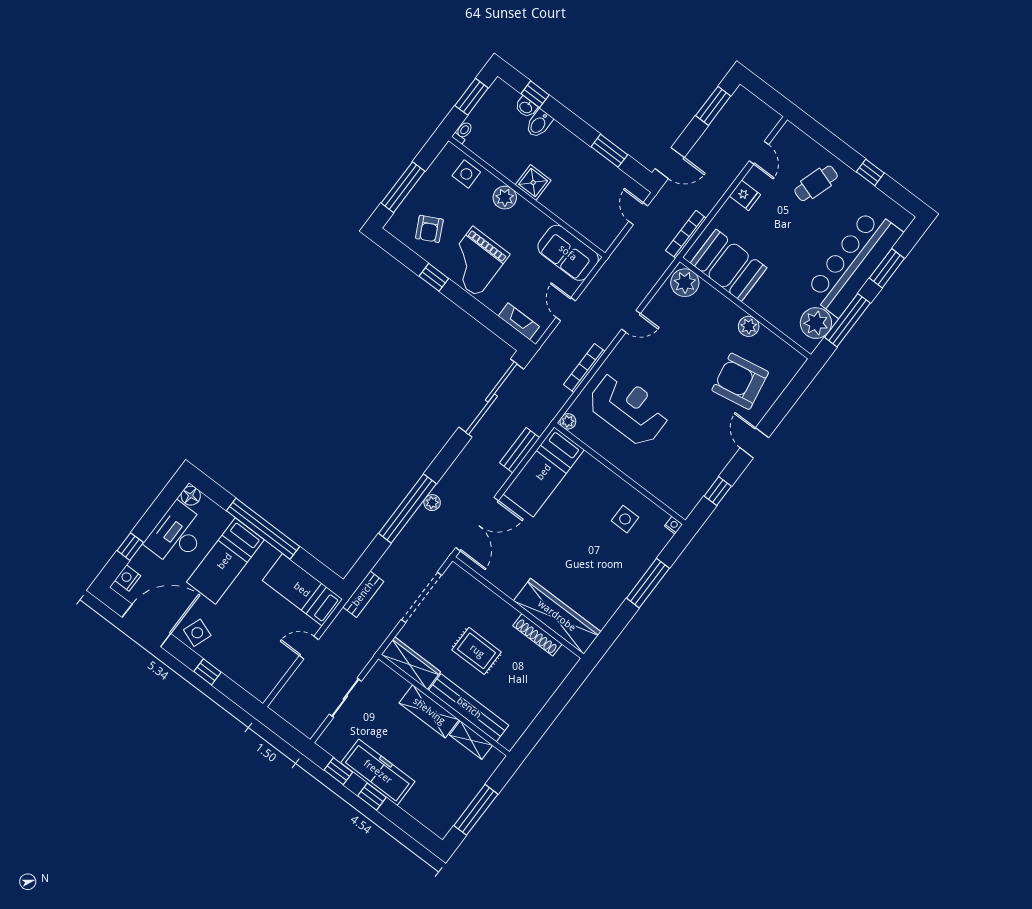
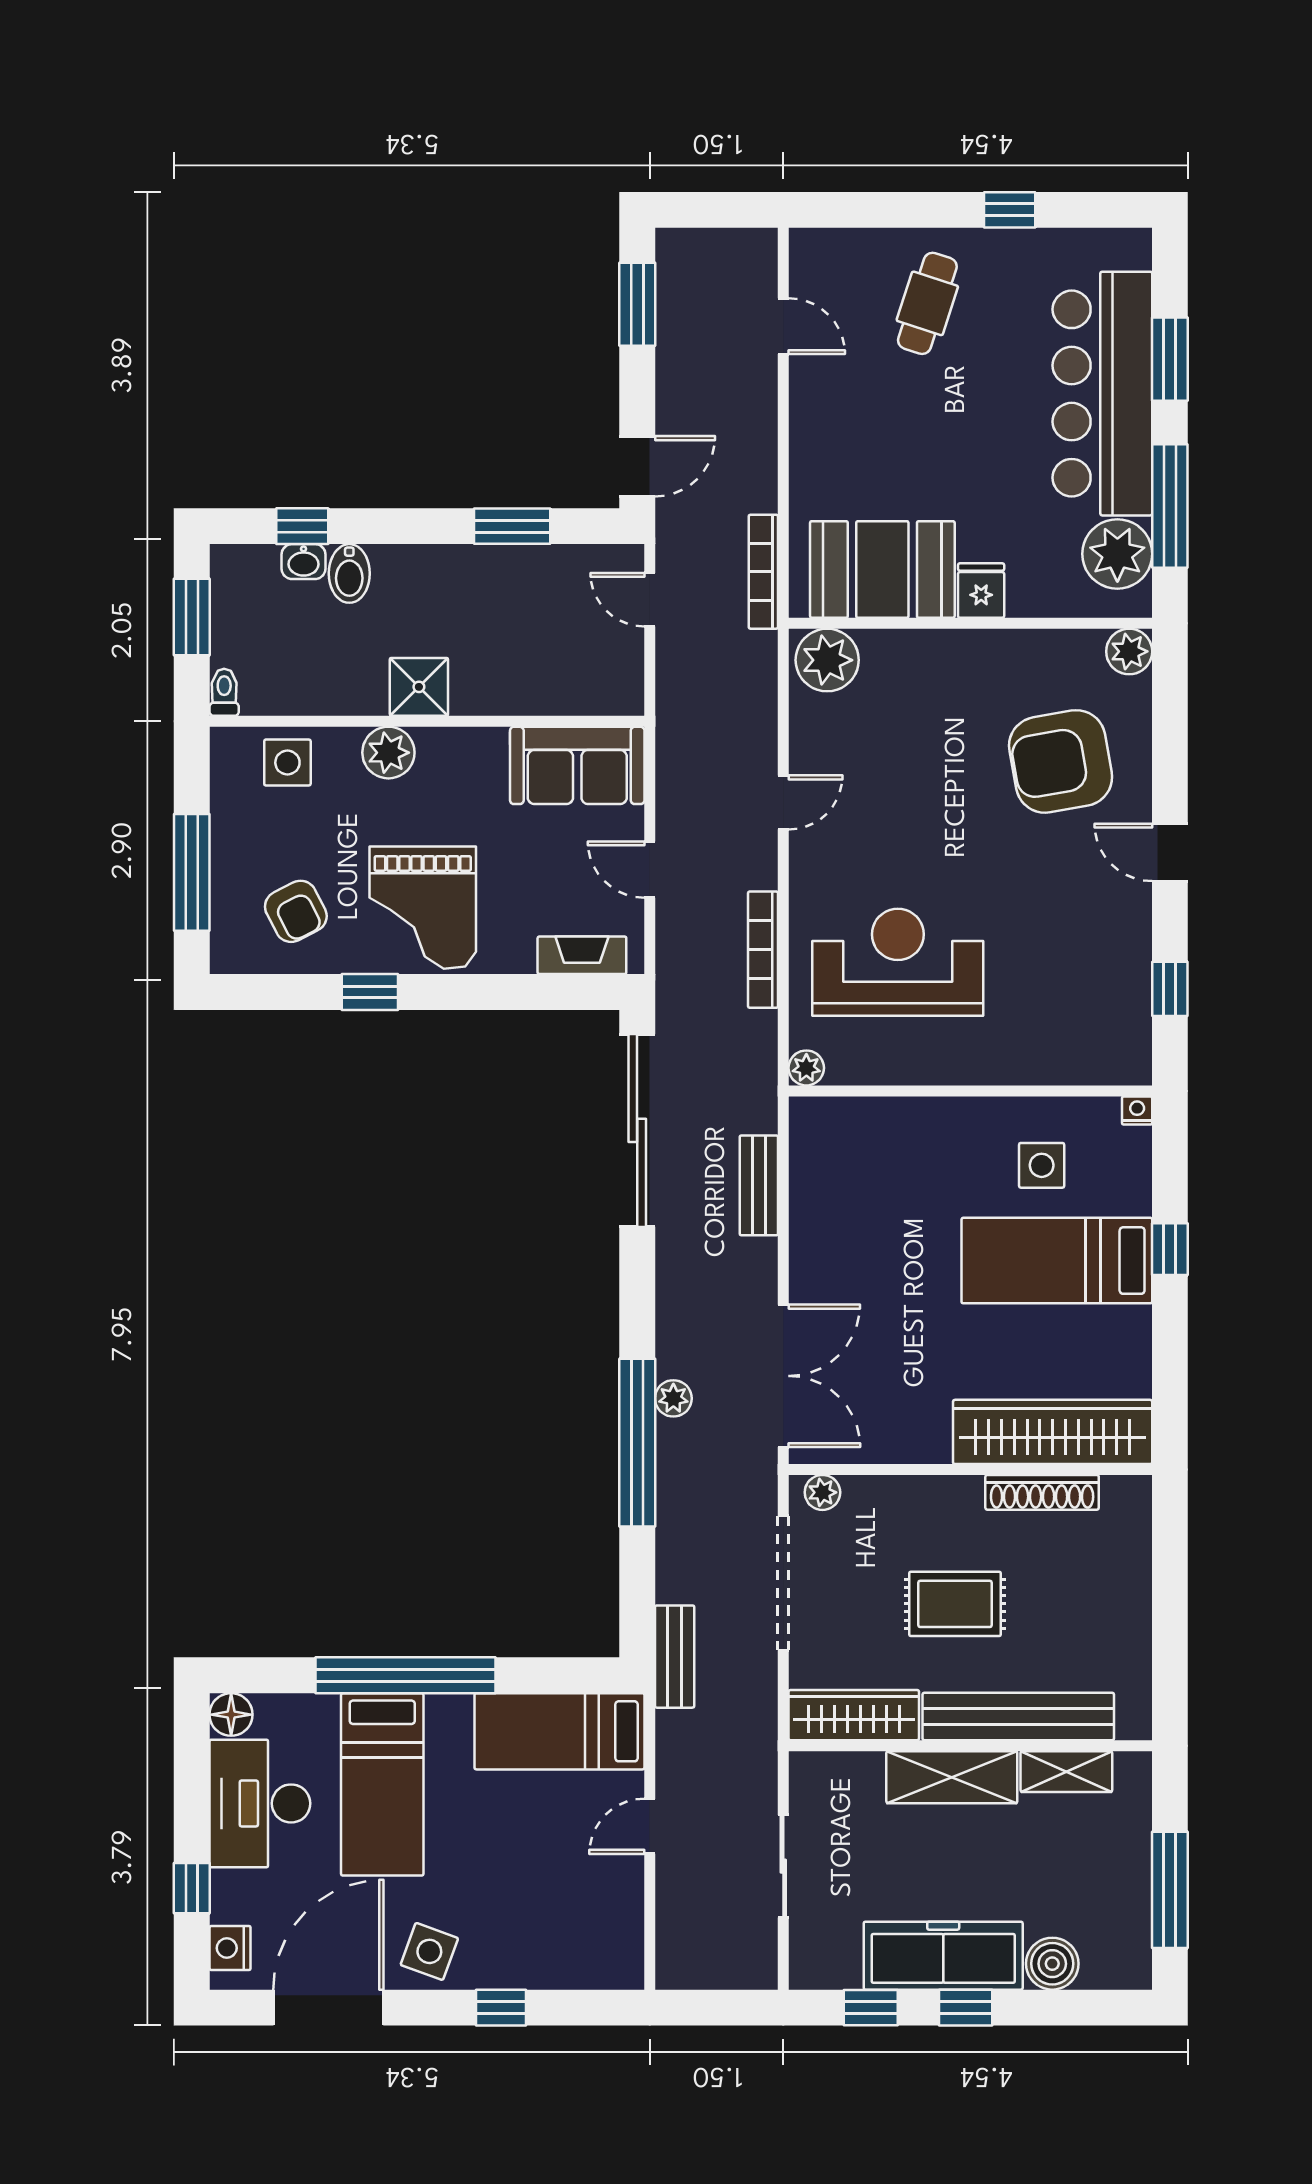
fridge: (745, 195) -> (981, 591), moved, turned -90
plant: (749, 326) -> (1129, 651), moved
bed: (544, 472) -> (1057, 1261), moved, turned 90
plant: (460, 576) -> (822, 1492), added
window: (648, 583) -> (1170, 1249), width x0.46
boiler: (414, 804) -> (1052, 1964), added

